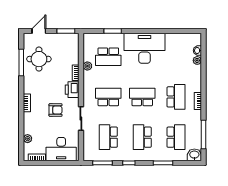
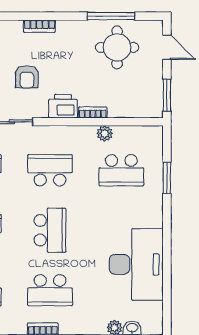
desk: (144, 48) -> (136, 264), moved
school desk: (108, 57) -> (121, 170), turned -90
school desk: (108, 97) -> (50, 170), turned -90

